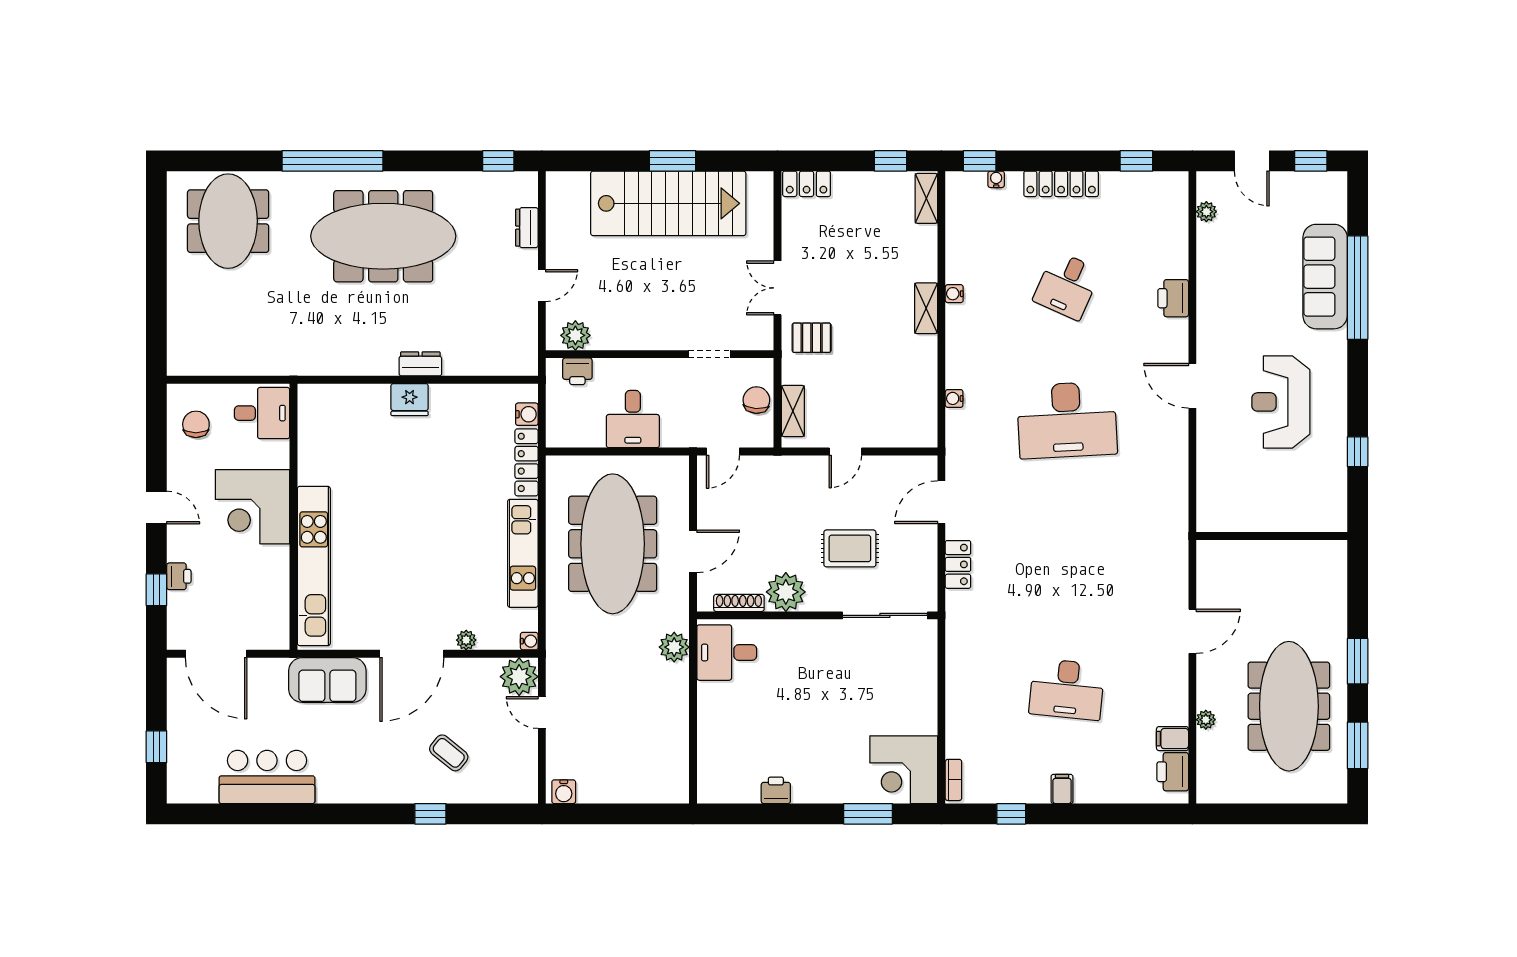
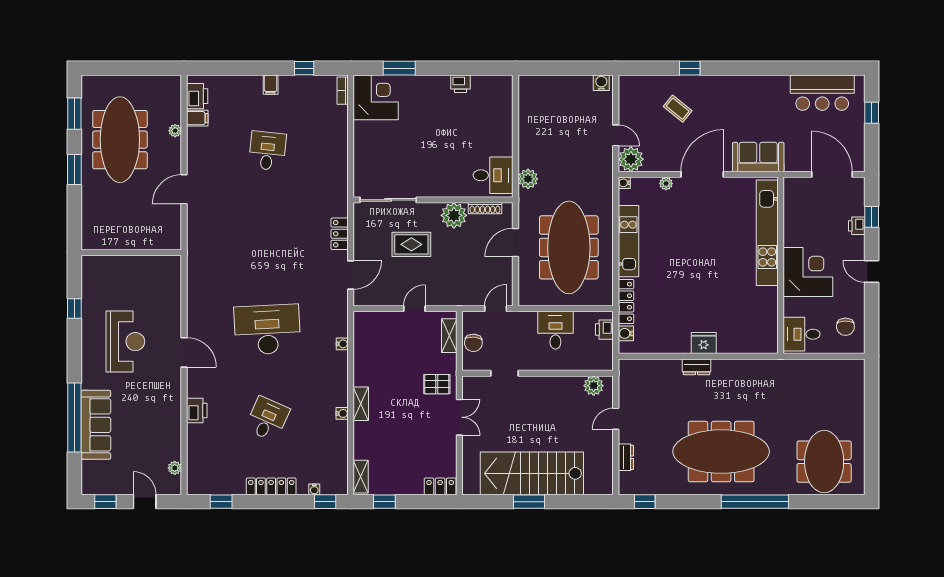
printer: (577, 371) -> (604, 330), moved, turned -90
desk: (1067, 689) -> (267, 151), width x0.73
bar counter: (267, 777) -> (822, 93), moved

